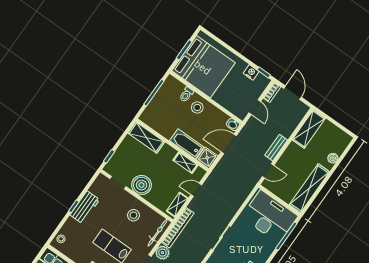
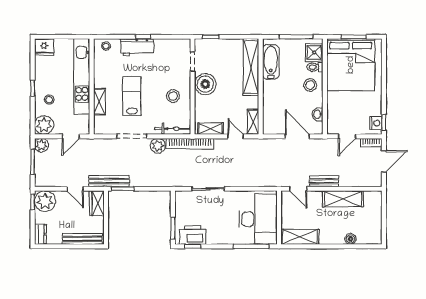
nightstand: (251, 72) -> (376, 123), moved
washbasin: (233, 124) -> (318, 114), moved
shelving: (309, 129) -> (343, 199), moved
shelving: (146, 137) -> (251, 67), width x1.47
bathtub: (187, 144) -> (271, 62), moved
shower: (207, 158) -> (314, 52), moved
shelving: (185, 163) -> (253, 122), moved
shelving: (309, 188) -> (300, 237), width x0.68
workbench: (85, 207) -> (137, 47), moved

